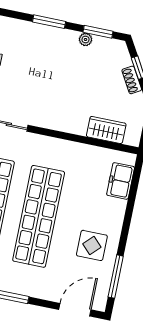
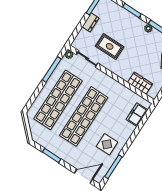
rug: (36, 91) -> (110, 46), added

